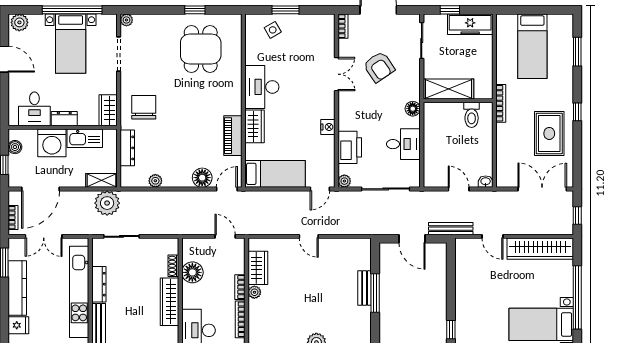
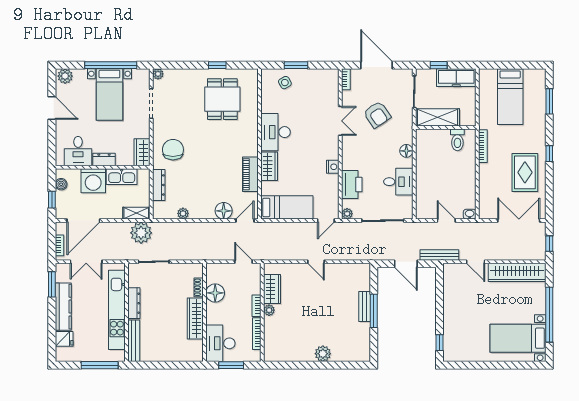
shelving: (448, 89) -> (437, 117), moved
wall: (458, 101) -> (446, 127), moved
toilet: (472, 115) -> (457, 140), moved

